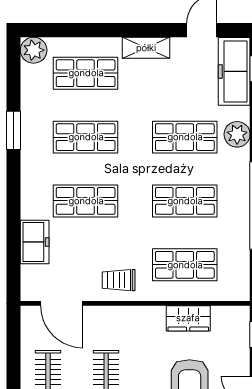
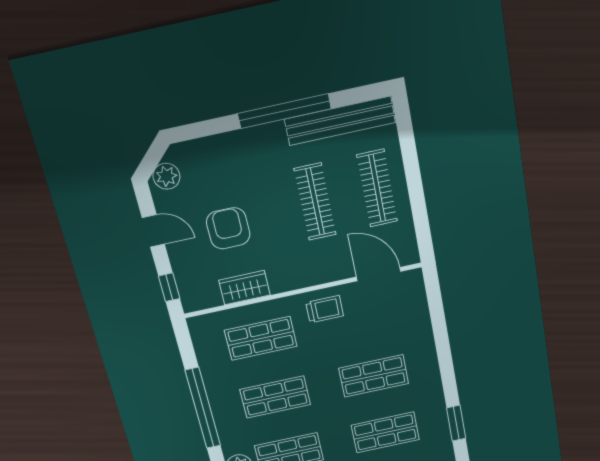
freezer: (35, 242) -> (417, 327), removed

